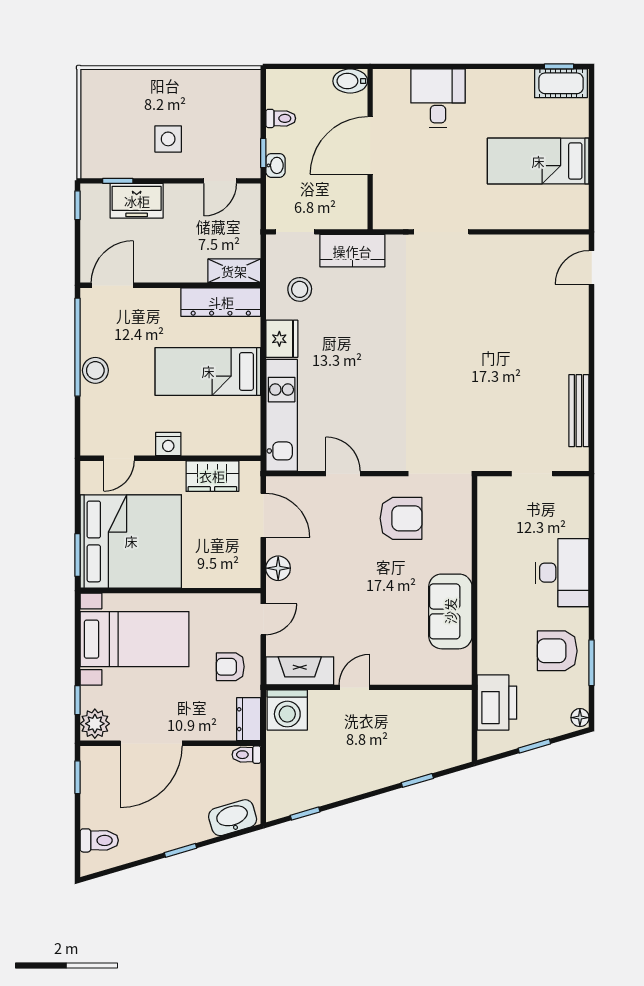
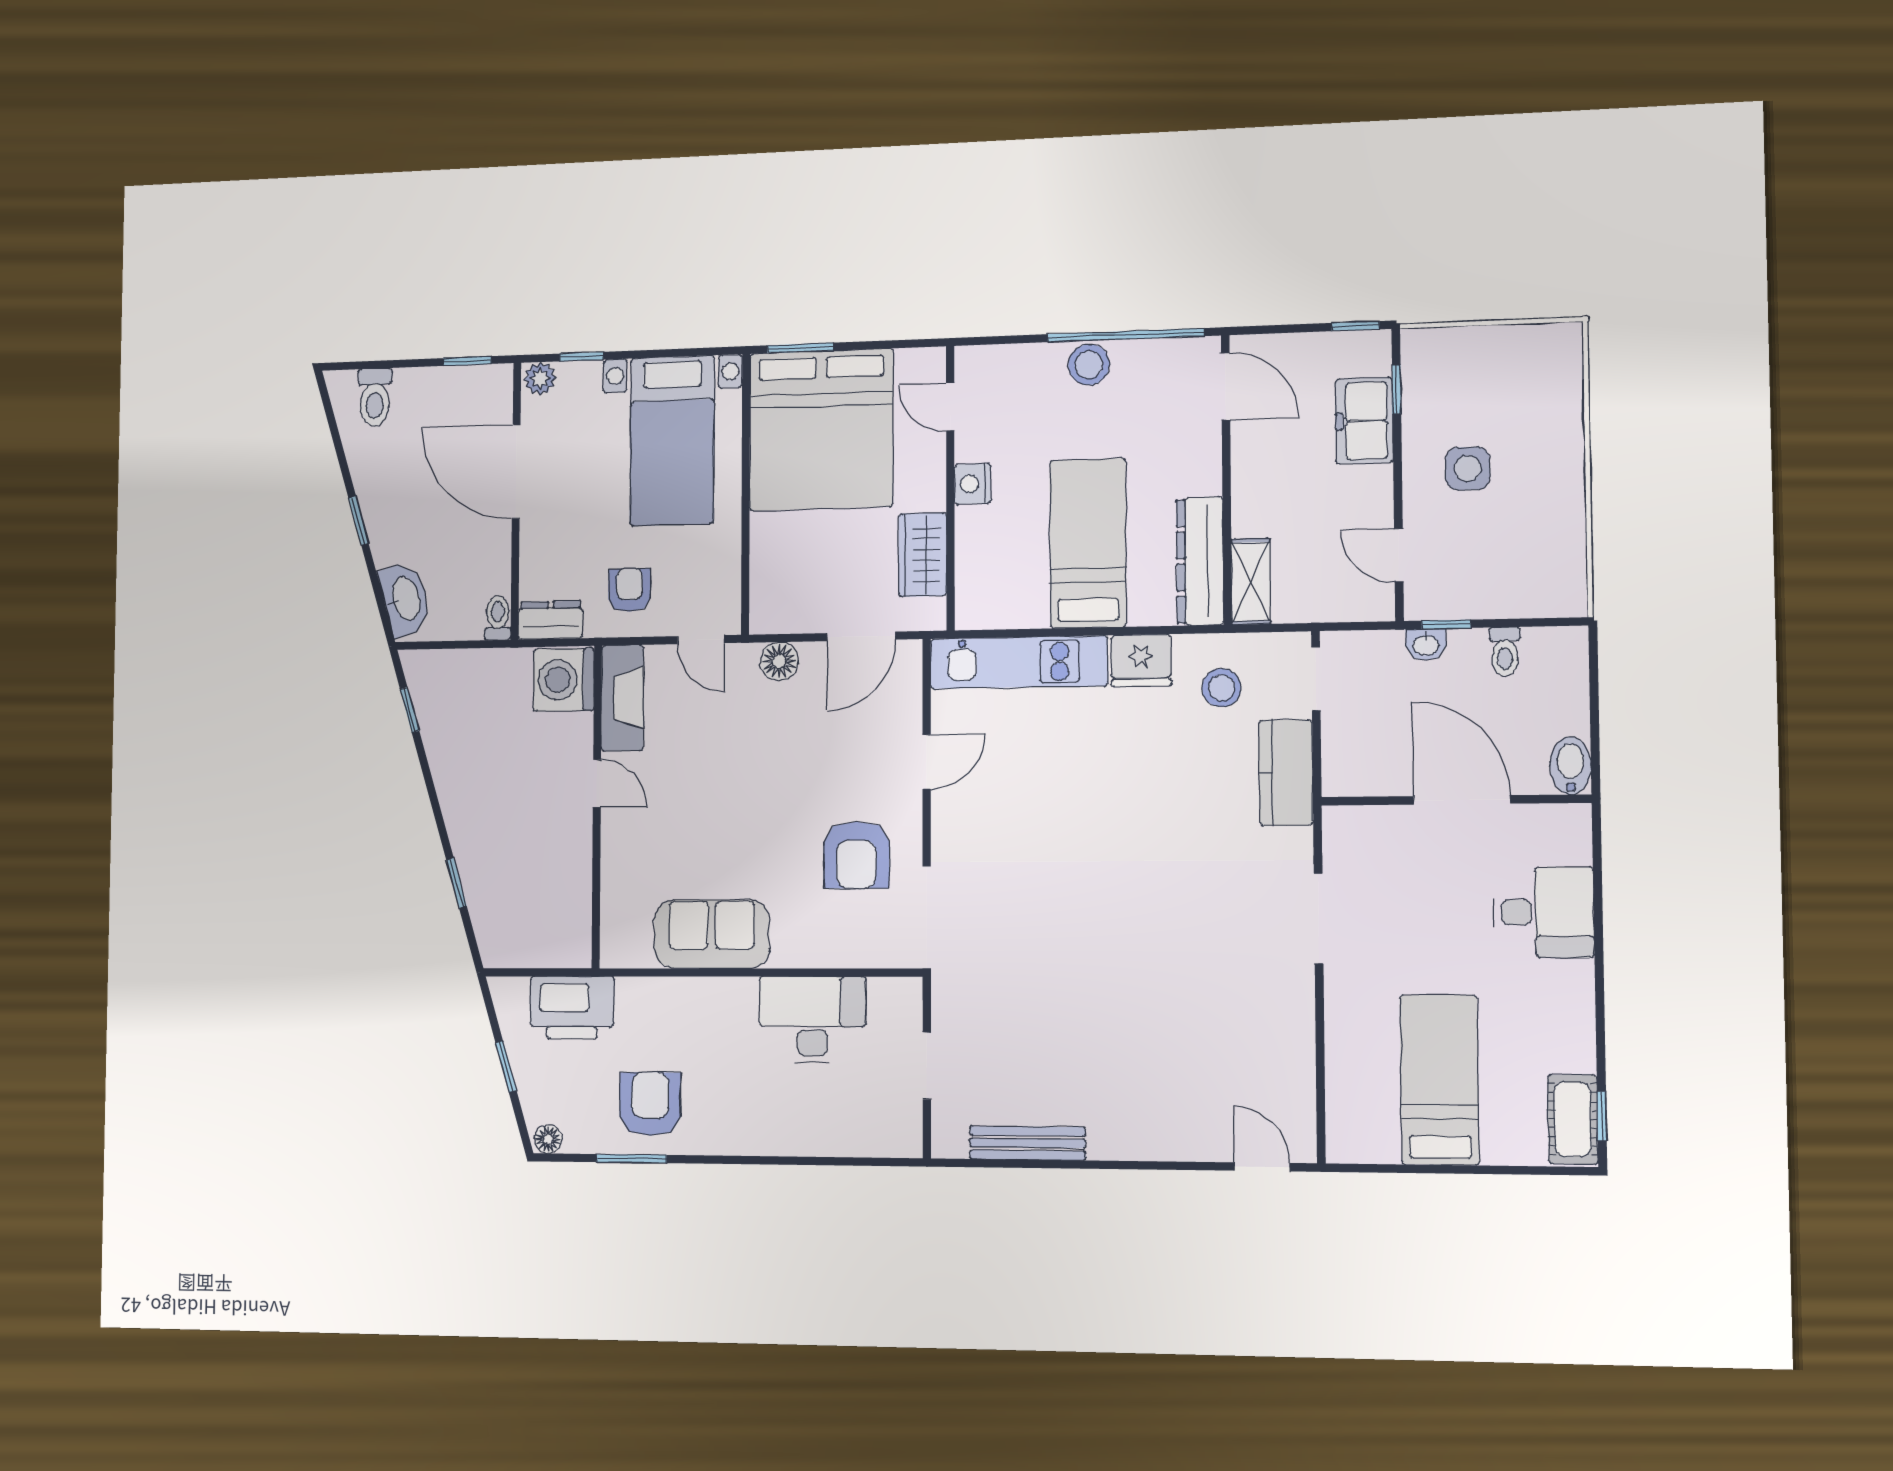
desk: (562, 573) -> (812, 1020), moved, turned 180
plant: (95, 724) -> (540, 378), width x0.73, depth x0.73

